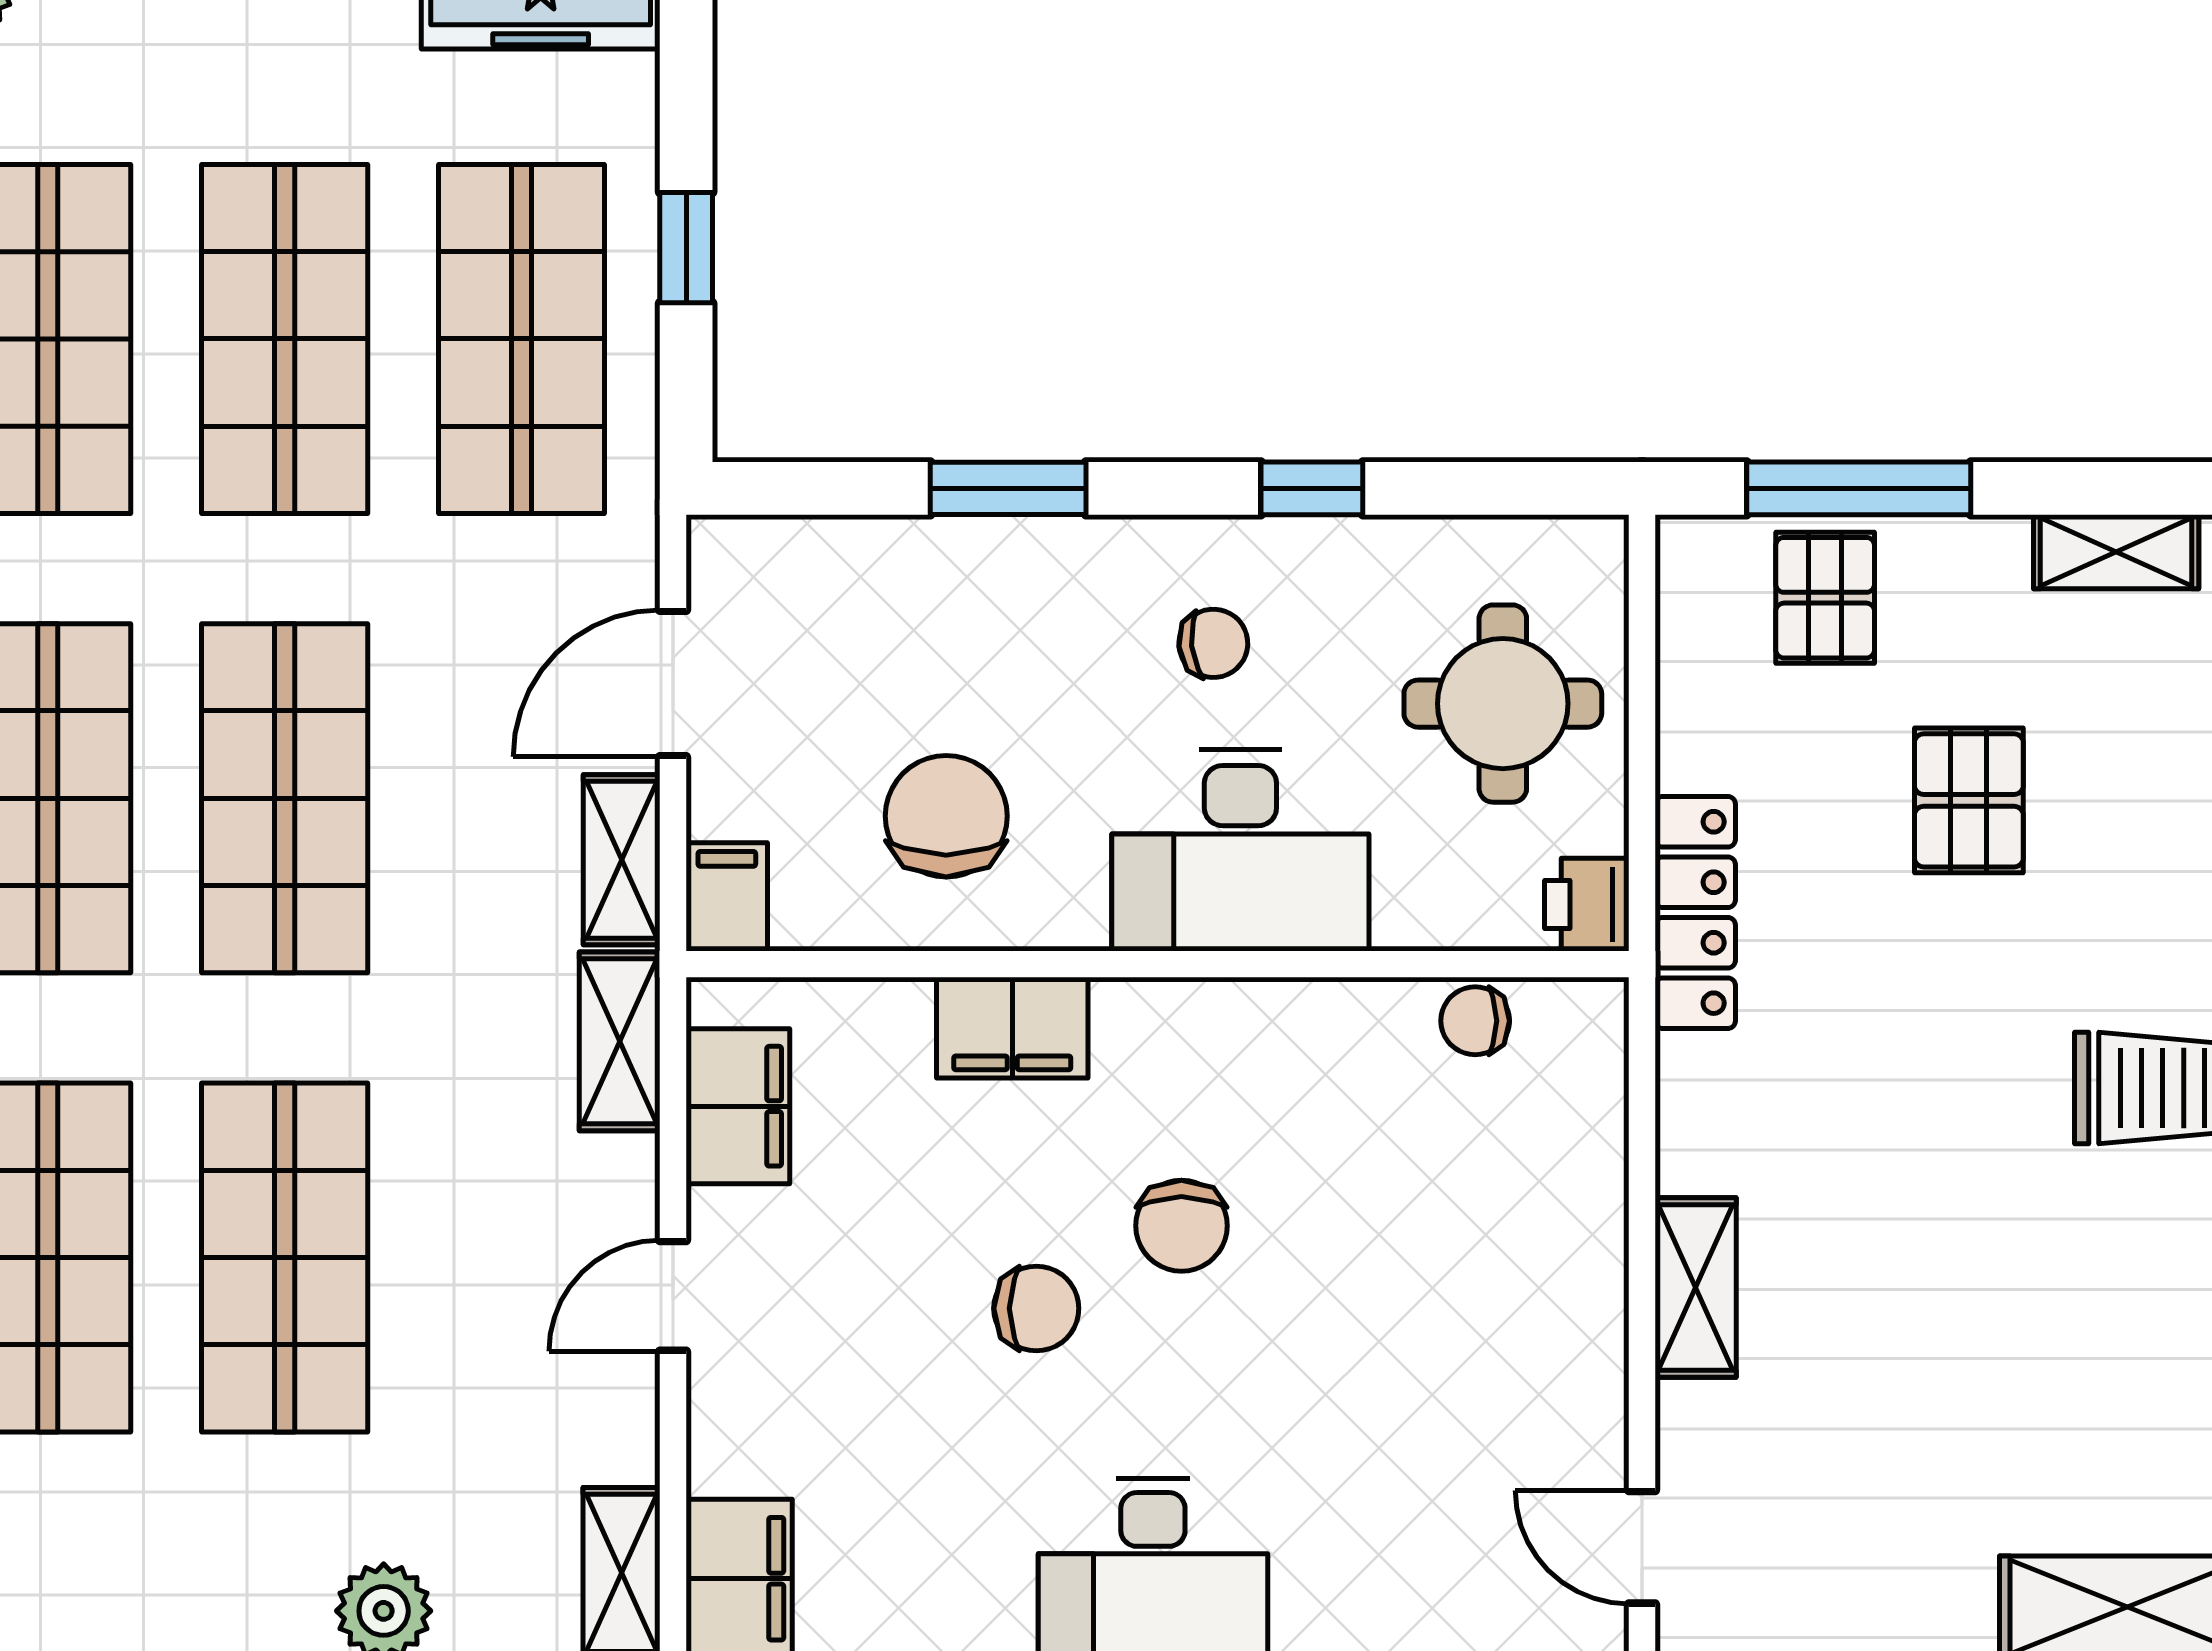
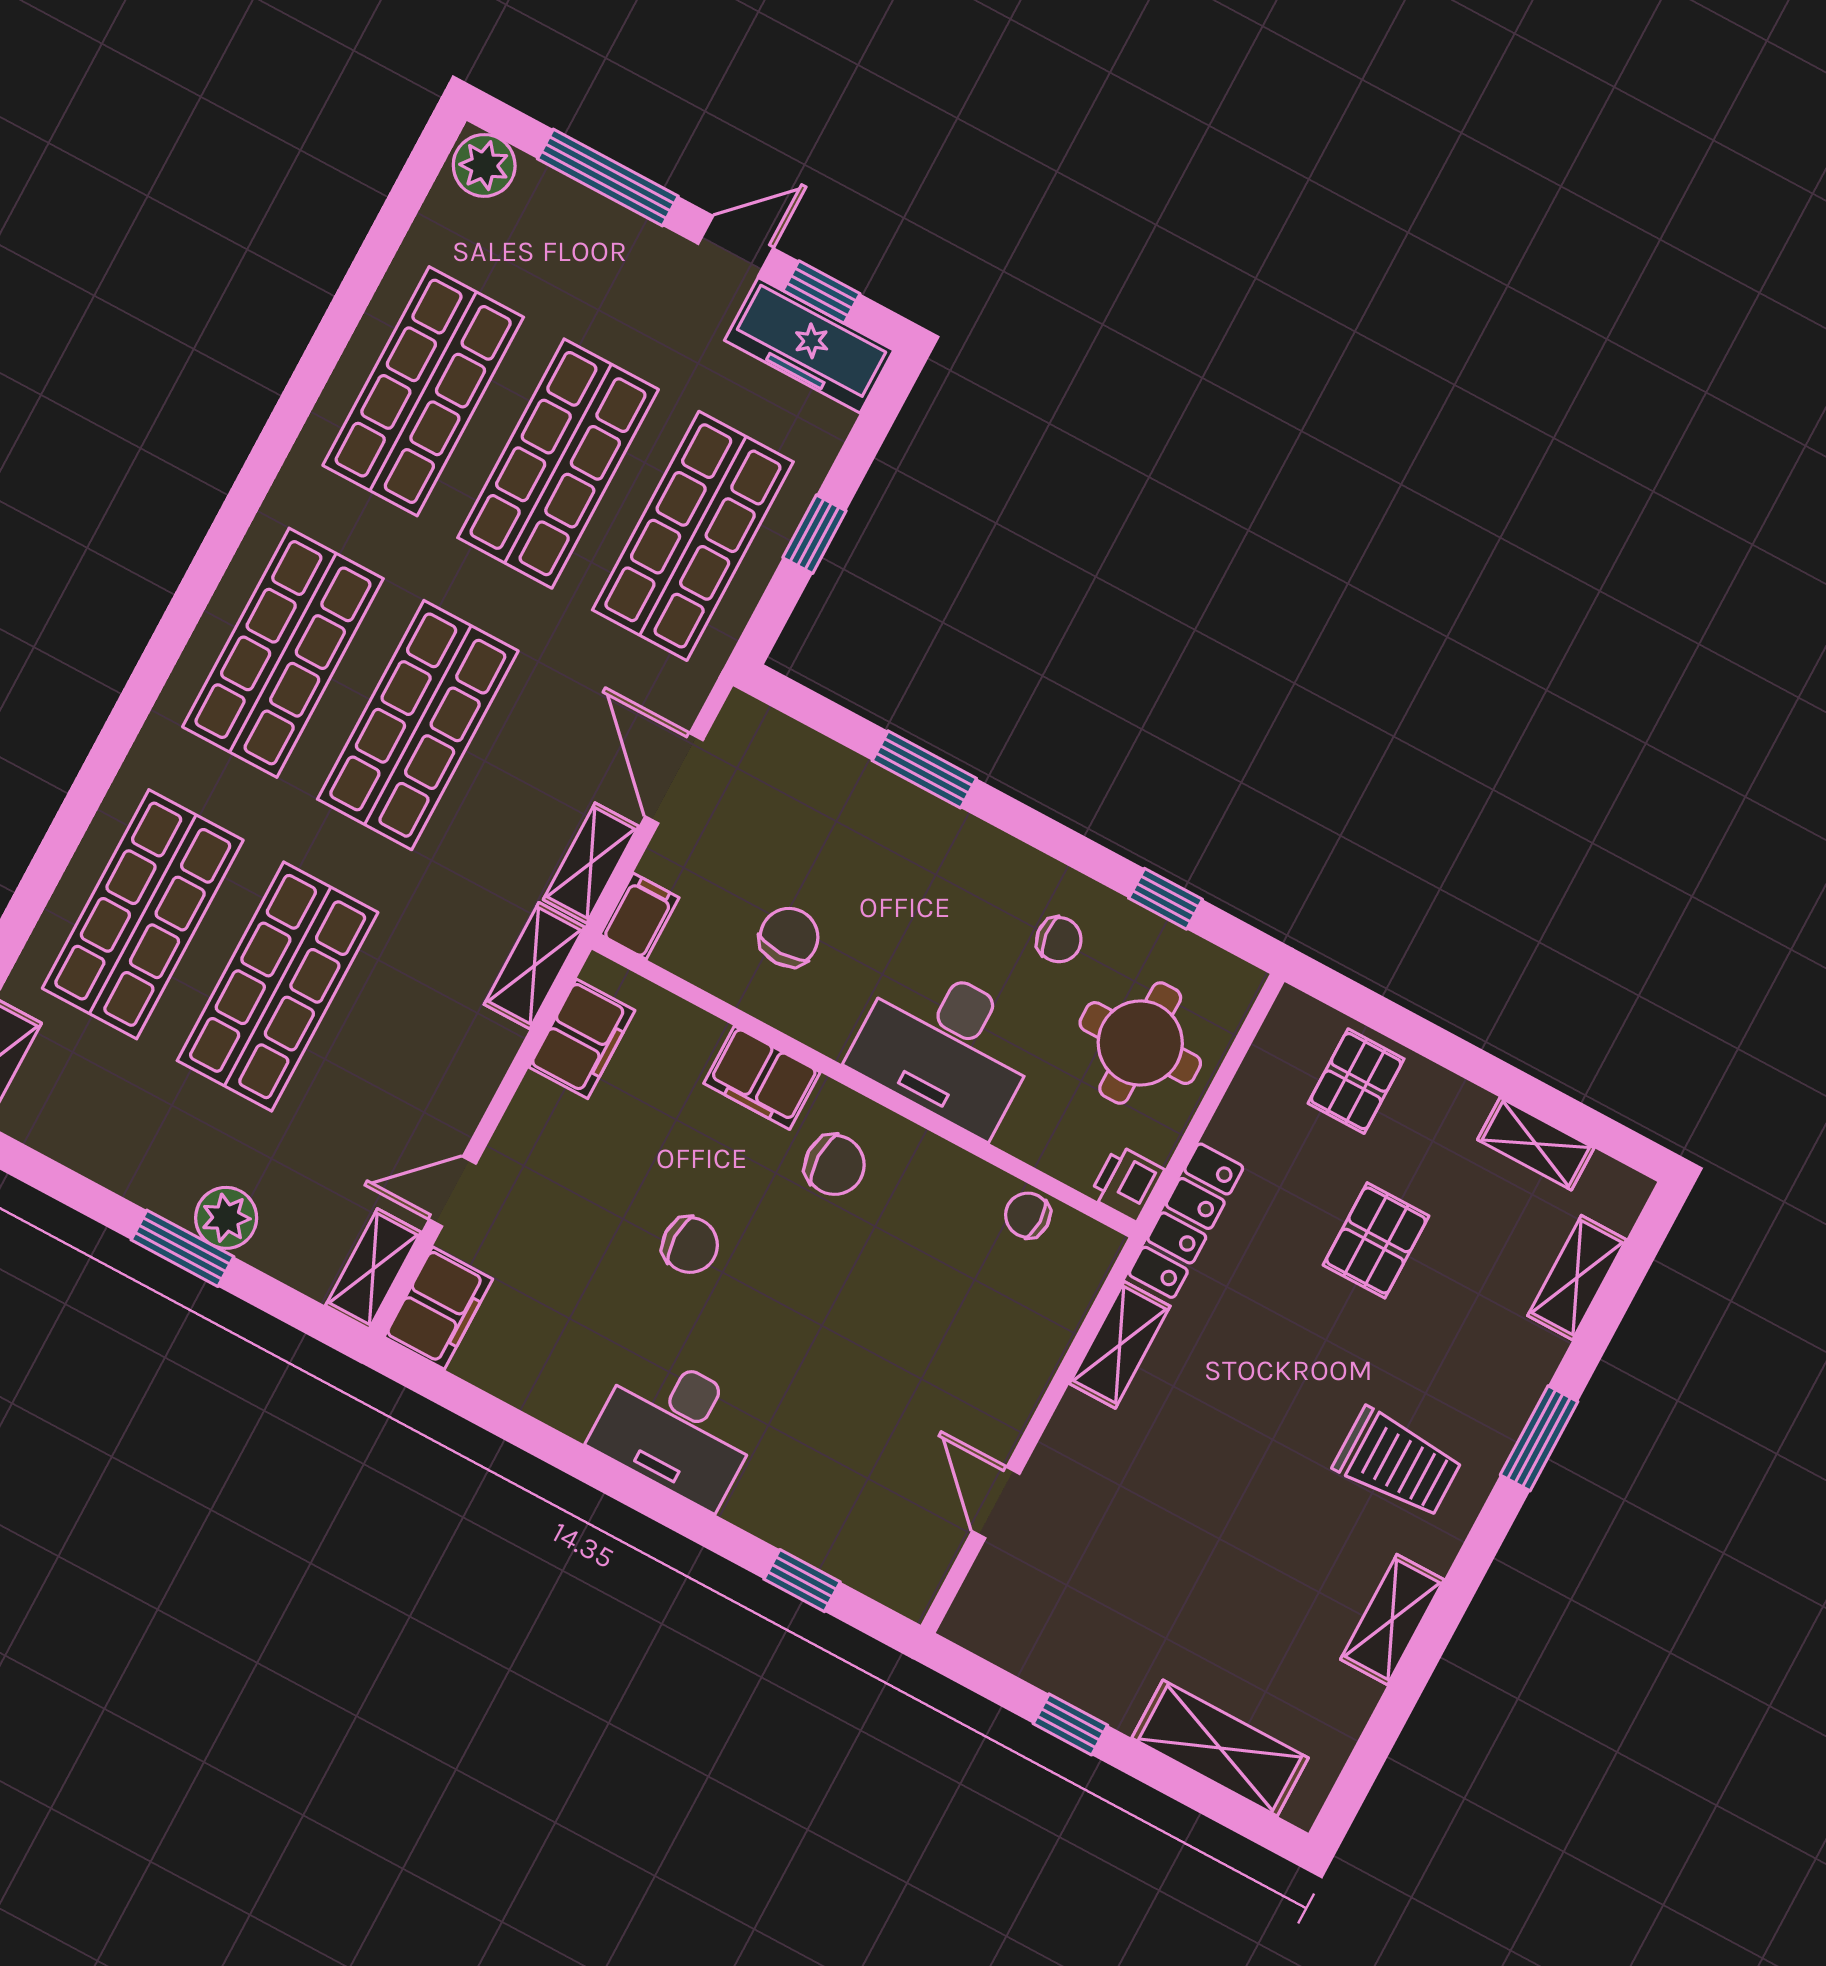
window: (1312, 488) -> (1166, 899), moved
window: (1859, 488) -> (1409, 1029), removed
chair: (1213, 643) -> (1059, 940), moved
door: (673, 683) -> (674, 778), hinge flipped
chair: (946, 816) -> (789, 937), width x0.73, depth x0.73
chair: (1181, 1226) -> (835, 1165), moved, turned -90
shelving: (1696, 1288) -> (1120, 1345), moved
door: (673, 1296) -> (452, 1191), moved
door: (1642, 1547) -> (996, 1502), moved

